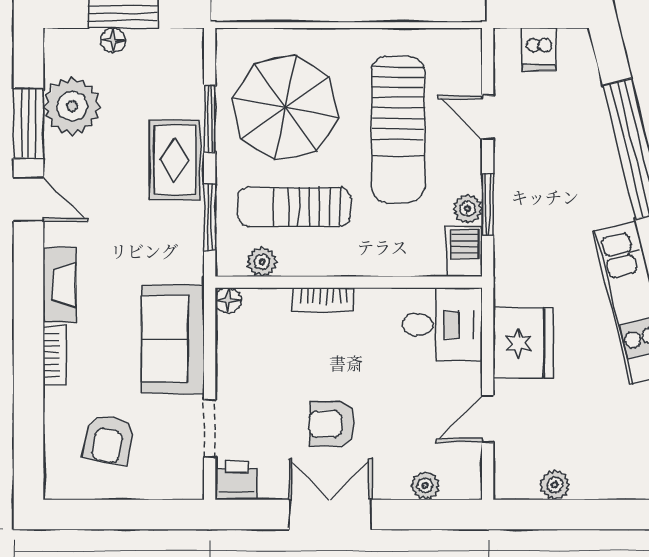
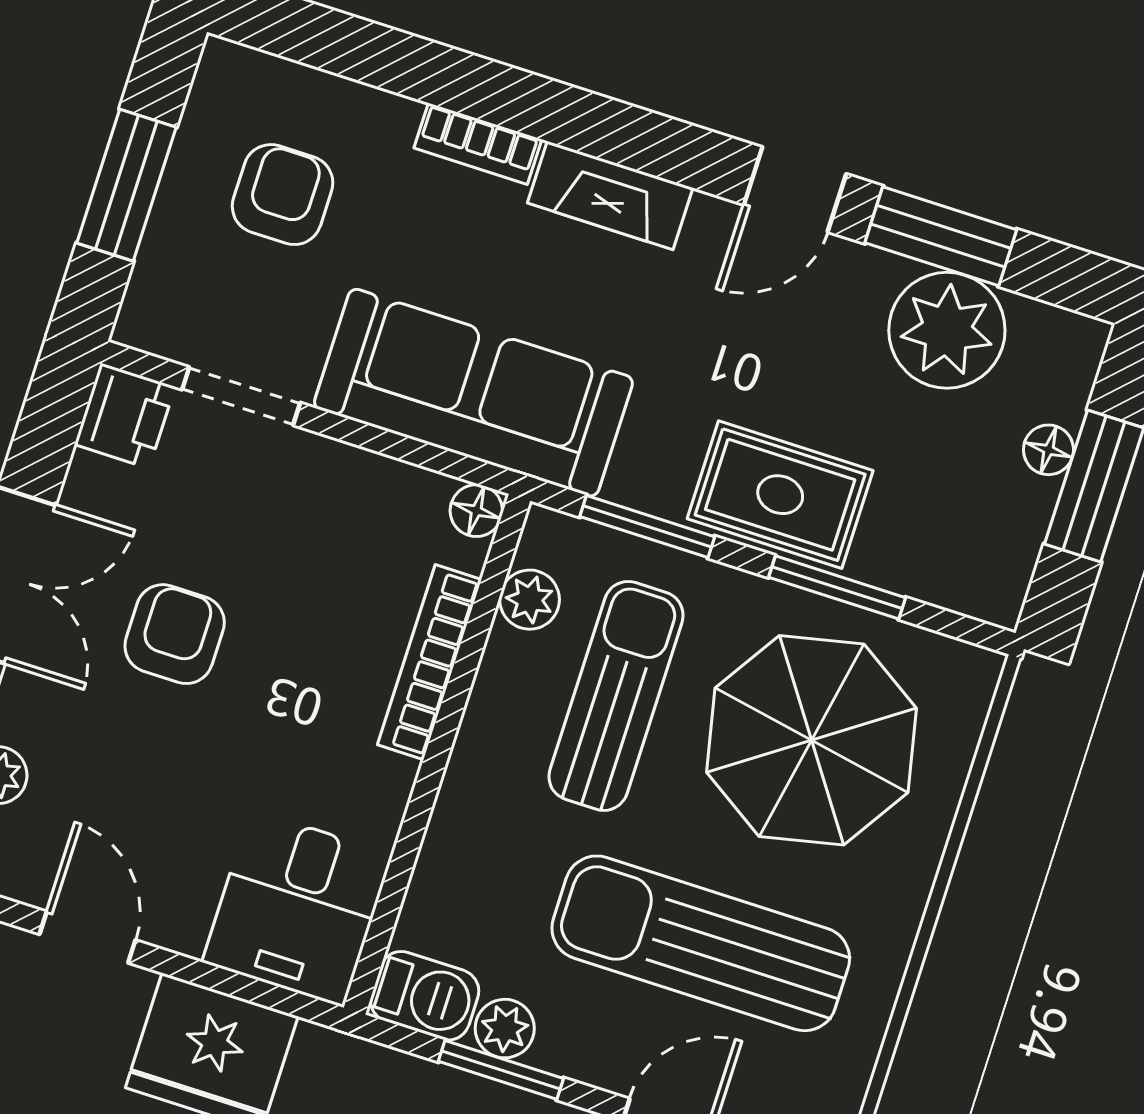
bookcase: (323, 300) -> (429, 662), width x1.56
sofa: (173, 339) -> (473, 393), width x1.36
armchair: (108, 439) -> (283, 195), turned 79
window: (128, 514) -> (127, 185), added

